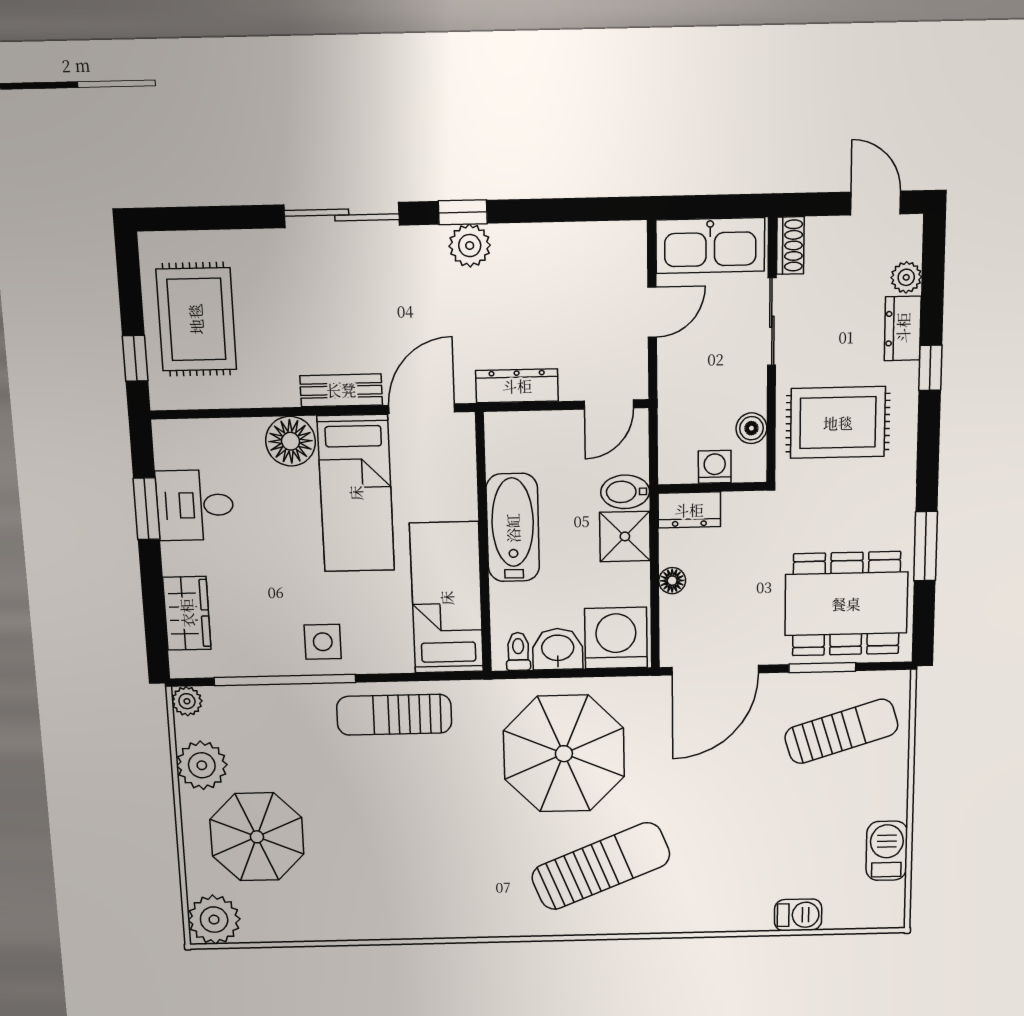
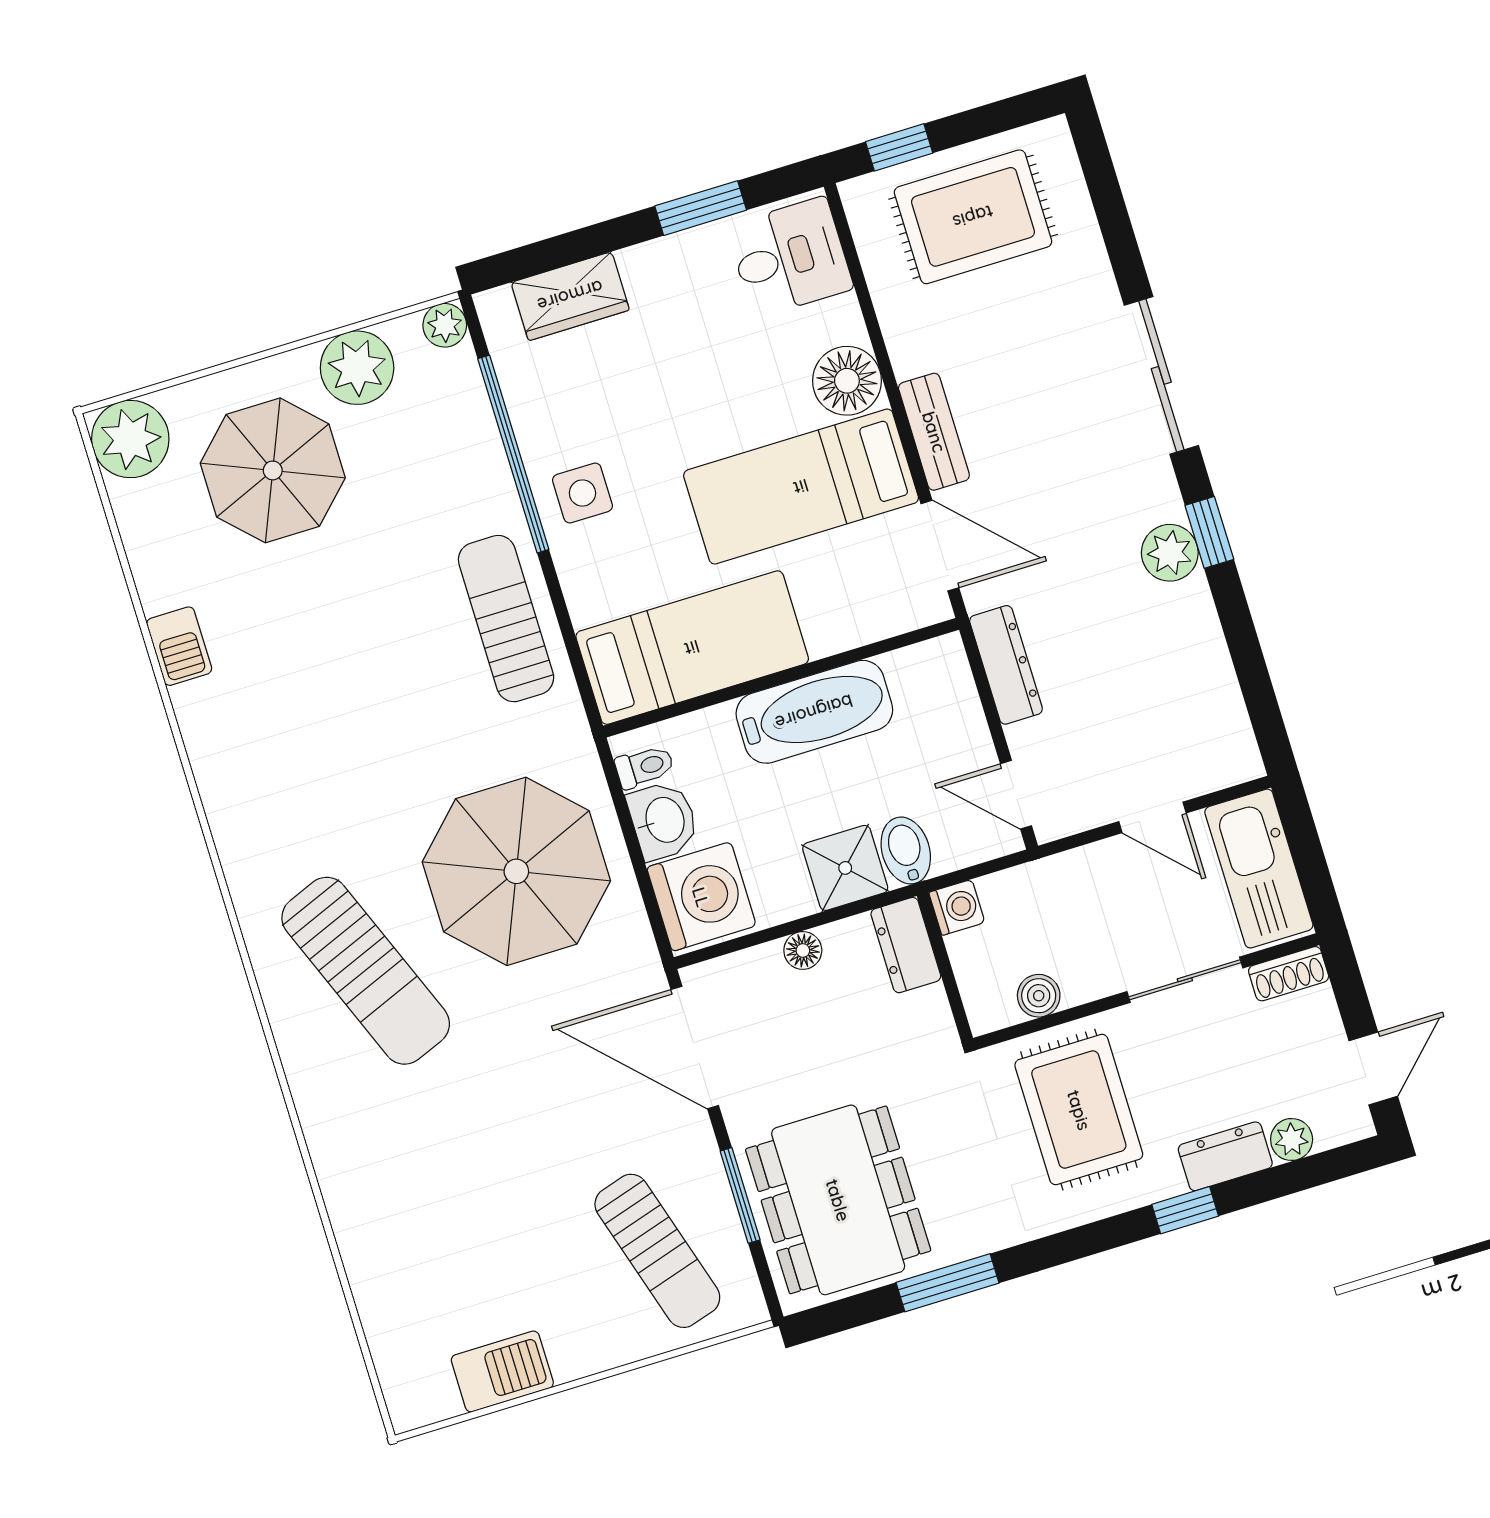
washing machine: (715, 467) -> (957, 907), moved
desk: (195, 505) -> (790, 257), moved, turned 90
barbecue: (798, 915) -> (179, 646), moved

